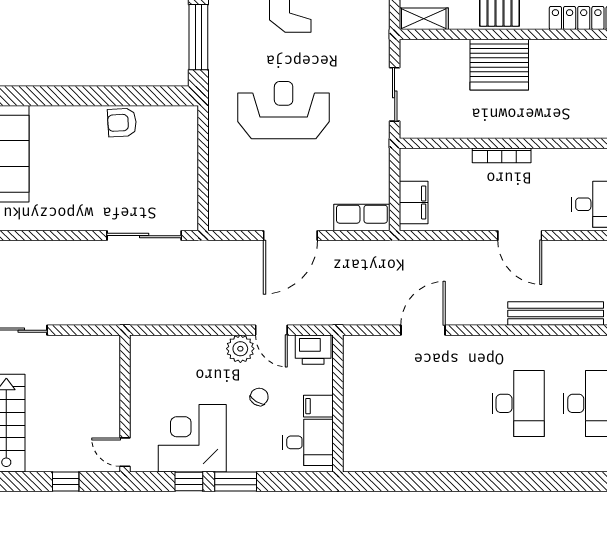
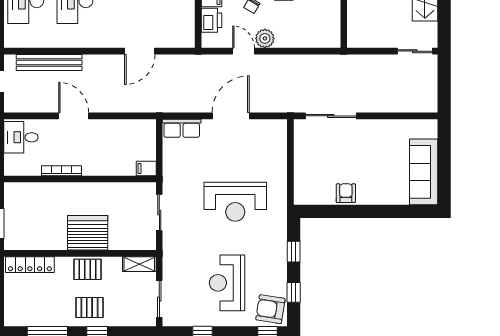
window: (198, 37) -> (294, 252), width x0.46
armchair: (122, 123) -> (346, 193), turned -87
bookcase: (502, 155) -> (62, 171), moved
filing cabinet: (414, 202) -> (146, 168), moved, width x0.50
printer: (313, 350) -> (211, 20), moved, turned 90

